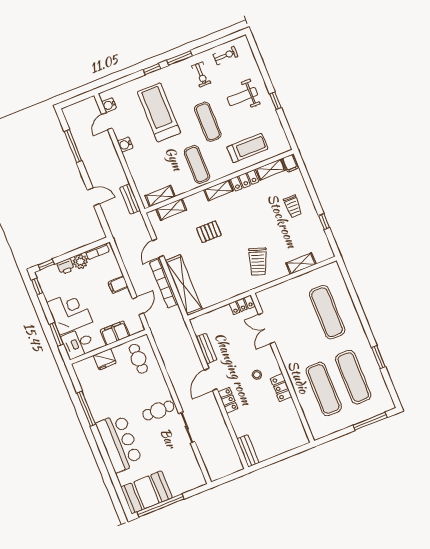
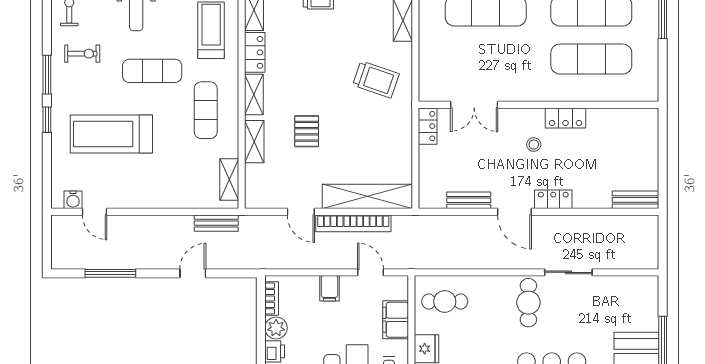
water cooler: (125, 145) -> (137, 199), removed
exercise mat: (197, 164) -> (206, 110), turned 90
shelving: (171, 209) -> (254, 142), moved

